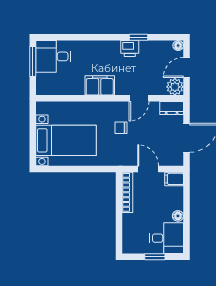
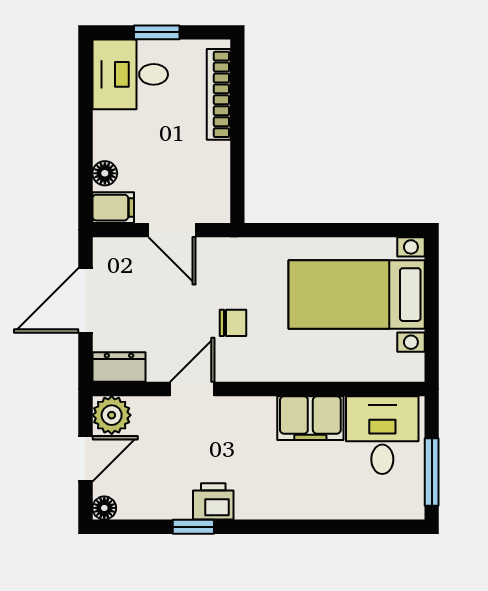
desk: (53, 56) -> (382, 435), moved, turned -90
filing cabinet: (100, 85) -> (310, 418), moved
bookcase: (127, 192) -> (219, 94), moved
floor lamp: (178, 216) -> (105, 173), moved

